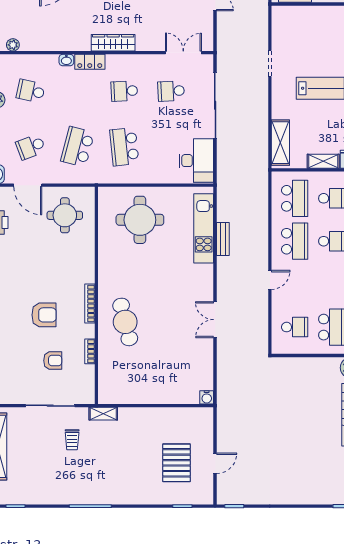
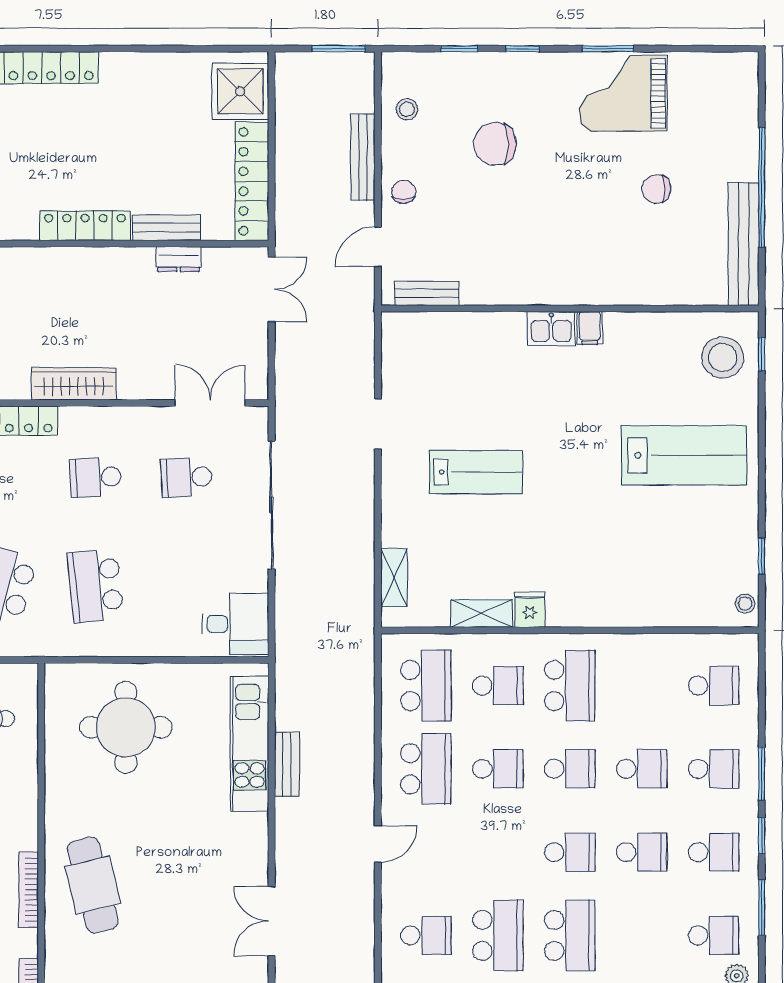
shelving: (280, 143) -> (394, 578), width x0.67, depth x0.75
desk: (196, 161) -> (235, 624), width x0.73
cafe table: (125, 322) -> (93, 885), moved

